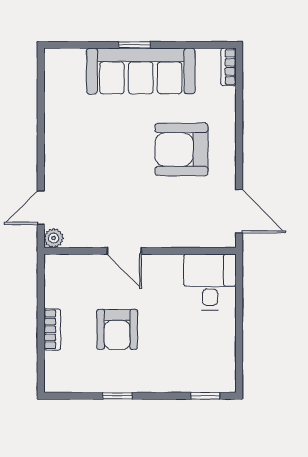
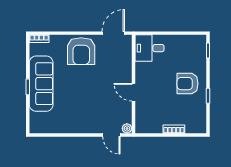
armchair: (181, 149) -> (81, 51), moved
door: (124, 251) -> (134, 92), swing flipped
armchair: (117, 329) -> (188, 84), moved, turned 180

